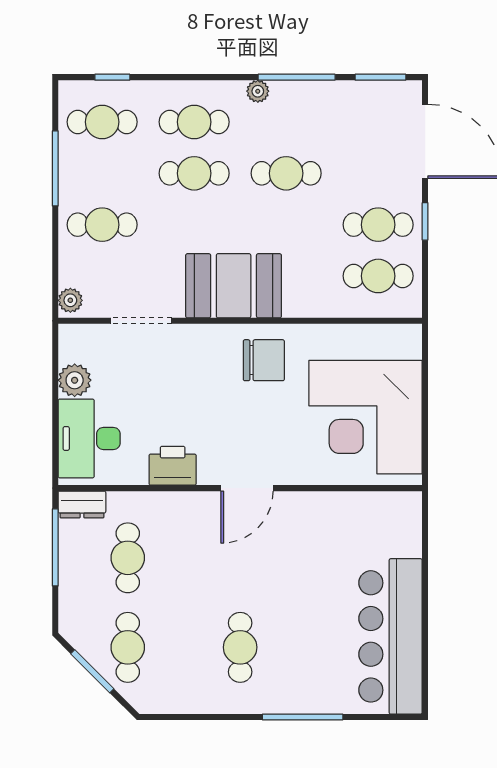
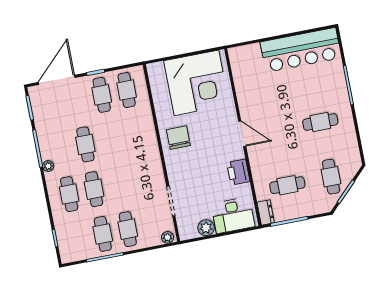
cafe table: (102, 122) -> (103, 234), moved
booth: (234, 286) -> (145, 159), removed
cafe table: (128, 647) -> (331, 177), turned 90

